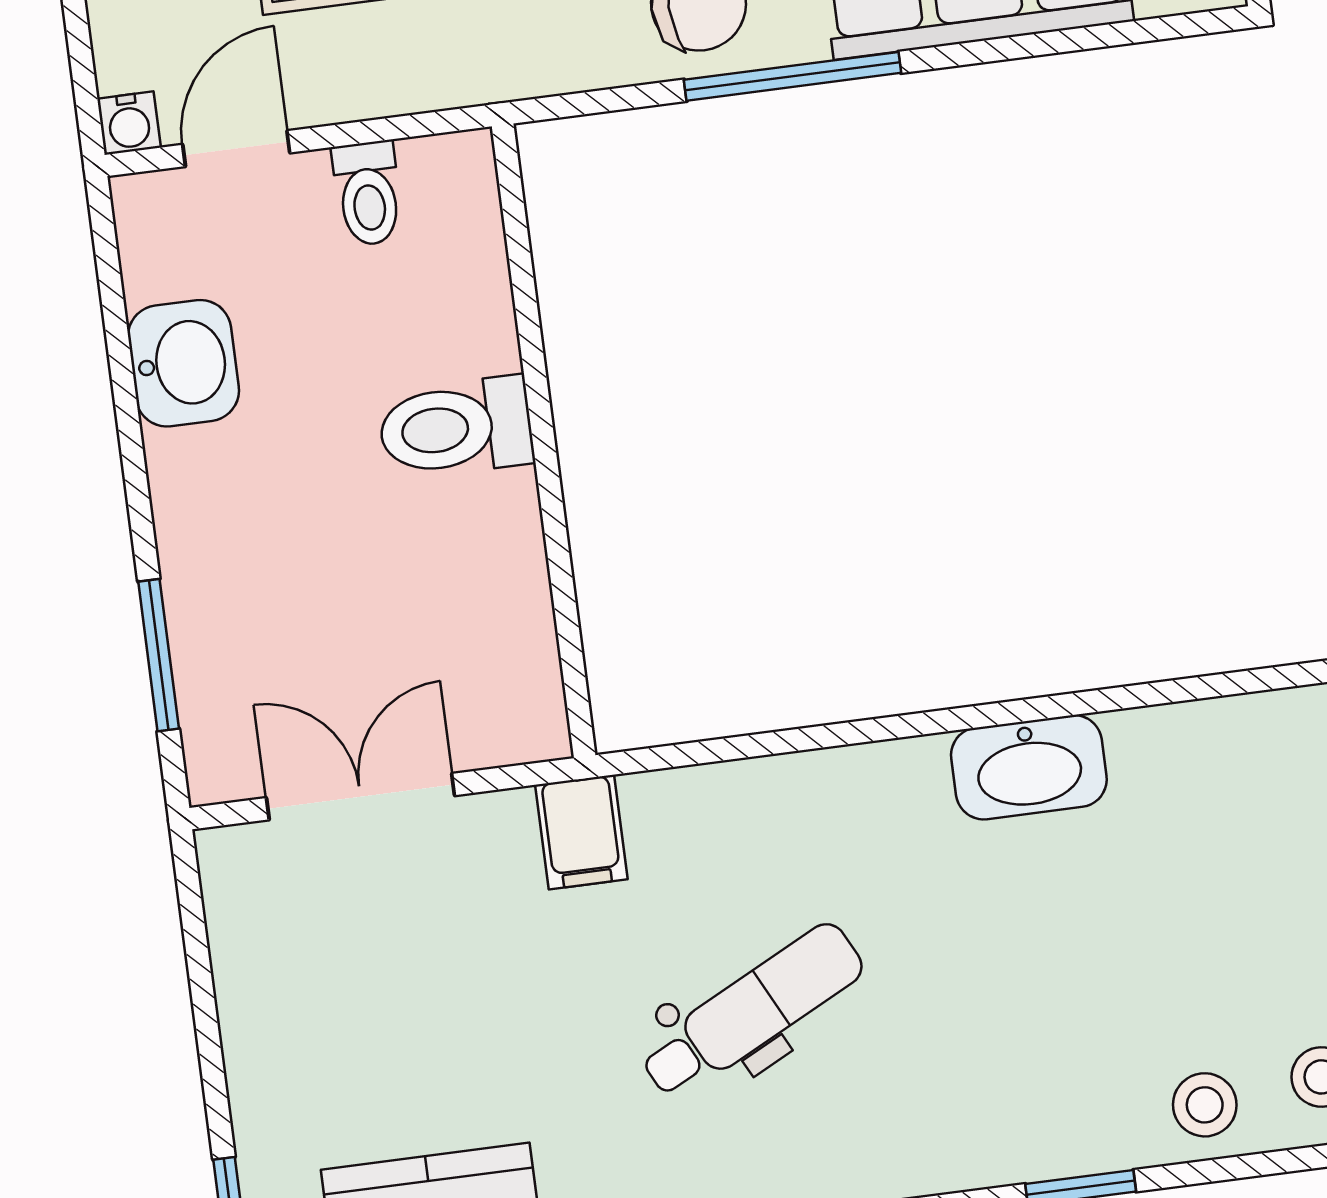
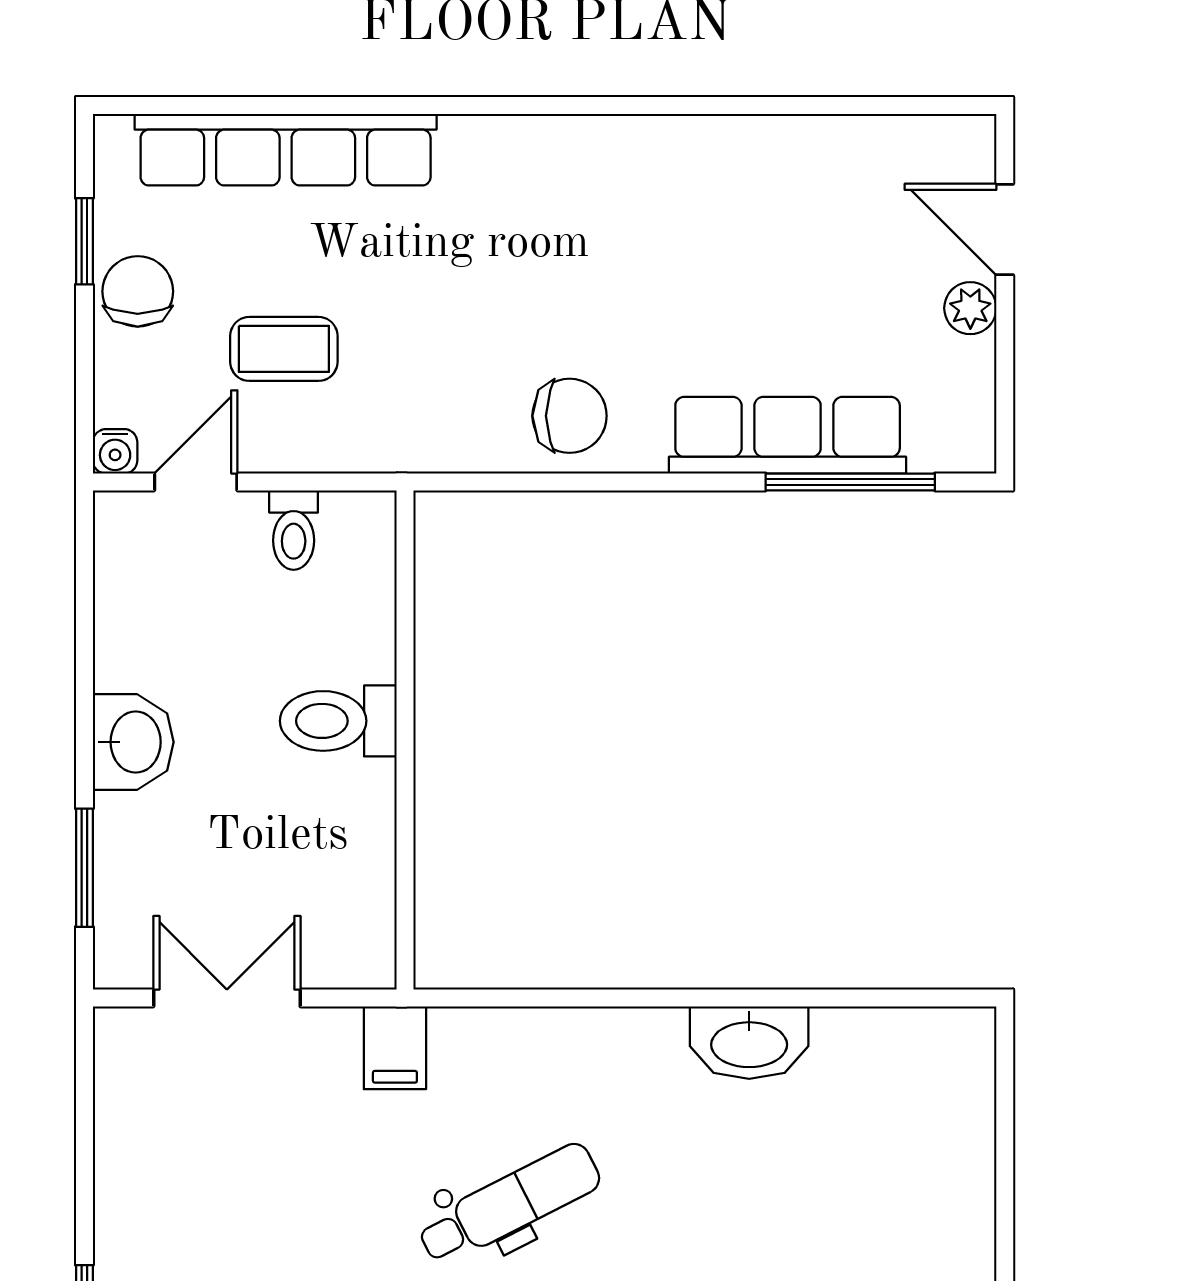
window: (793, 76) -> (850, 482), moved
washbasin: (184, 363) -> (133, 742), moved

